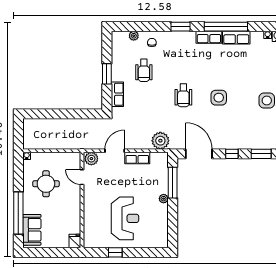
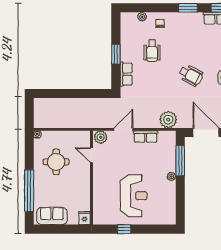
wheelchair: (183, 95) -> (191, 75), turned -62
sofa: (32, 230) -> (52, 216), moved, turned -90

